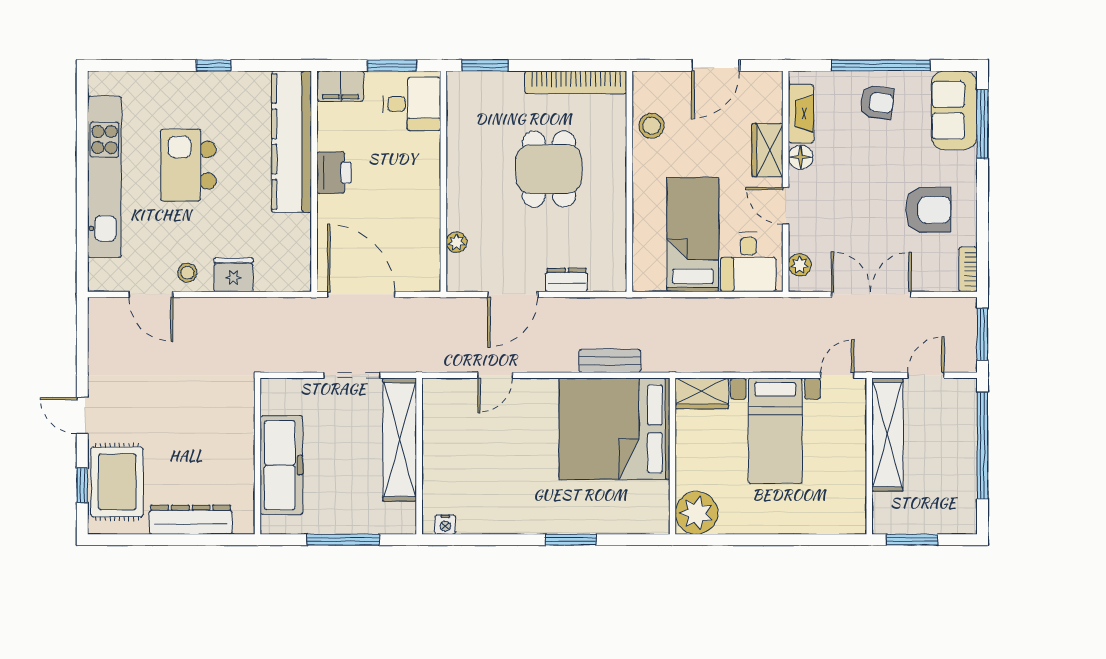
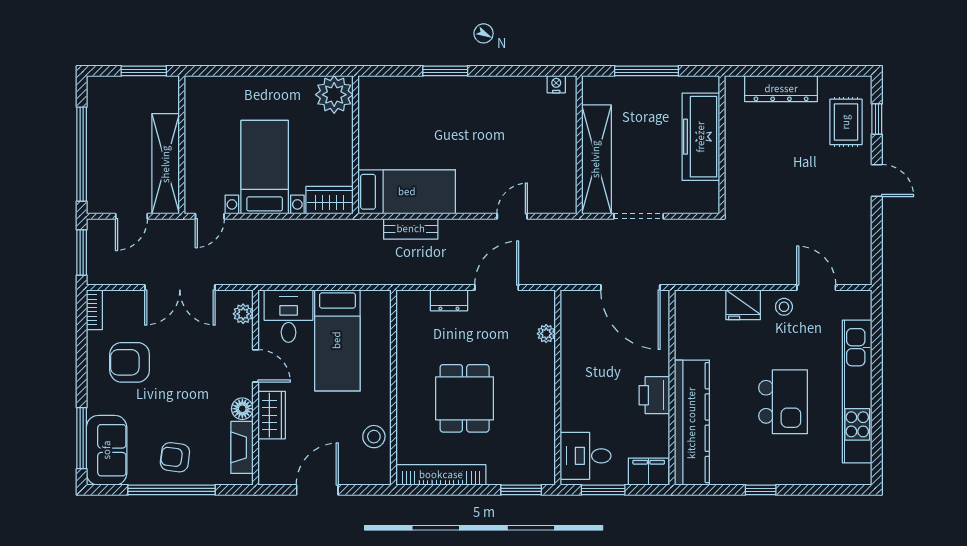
bed: (615, 429) -> (407, 192), width x0.49
rug: (117, 482) -> (846, 122), width x0.73, depth x0.70

